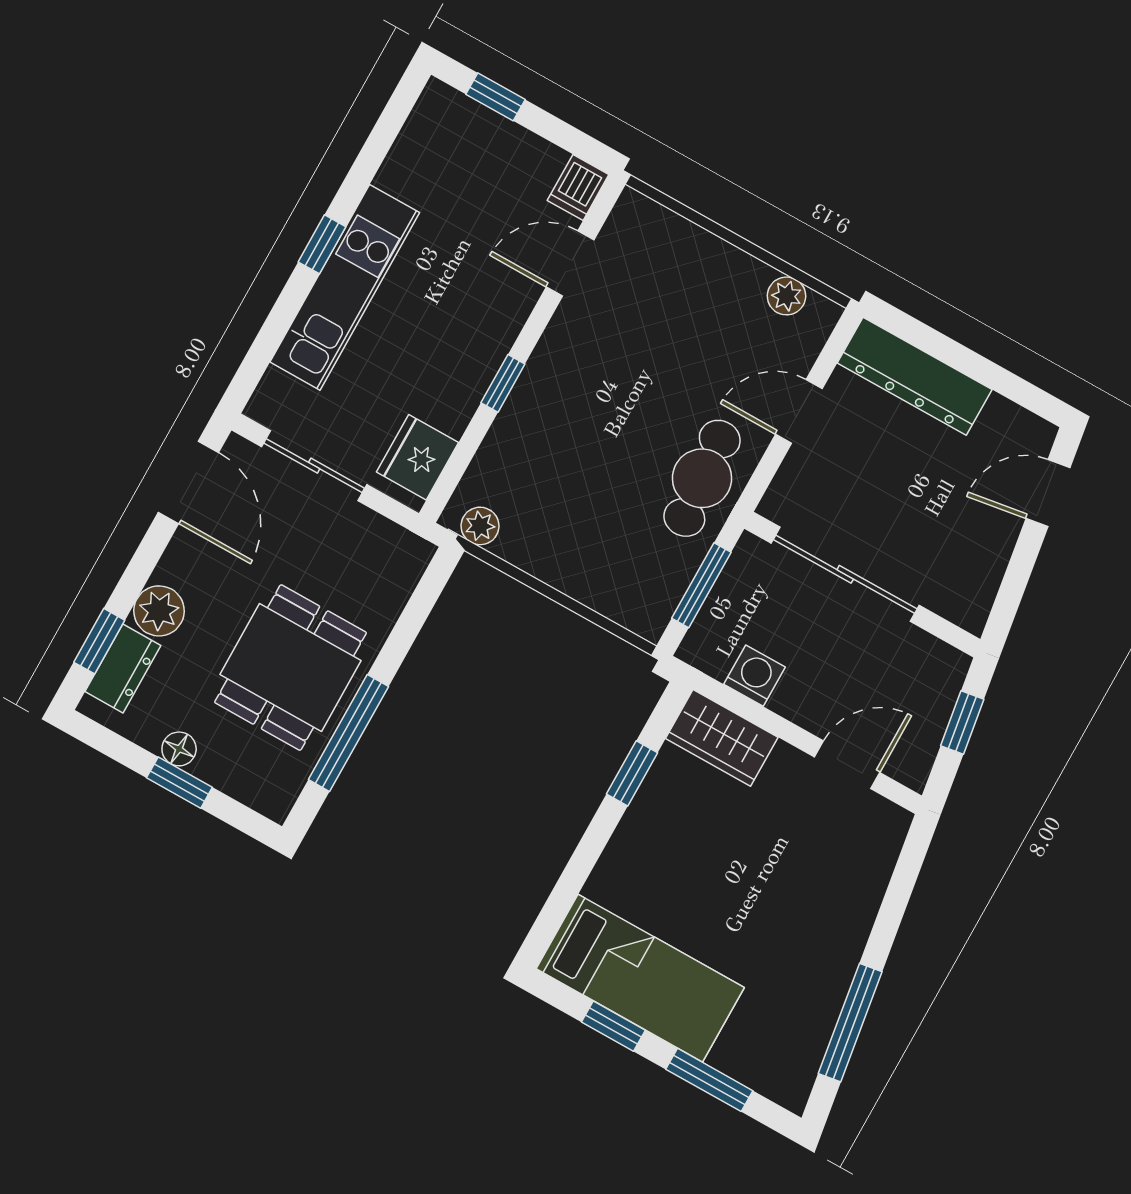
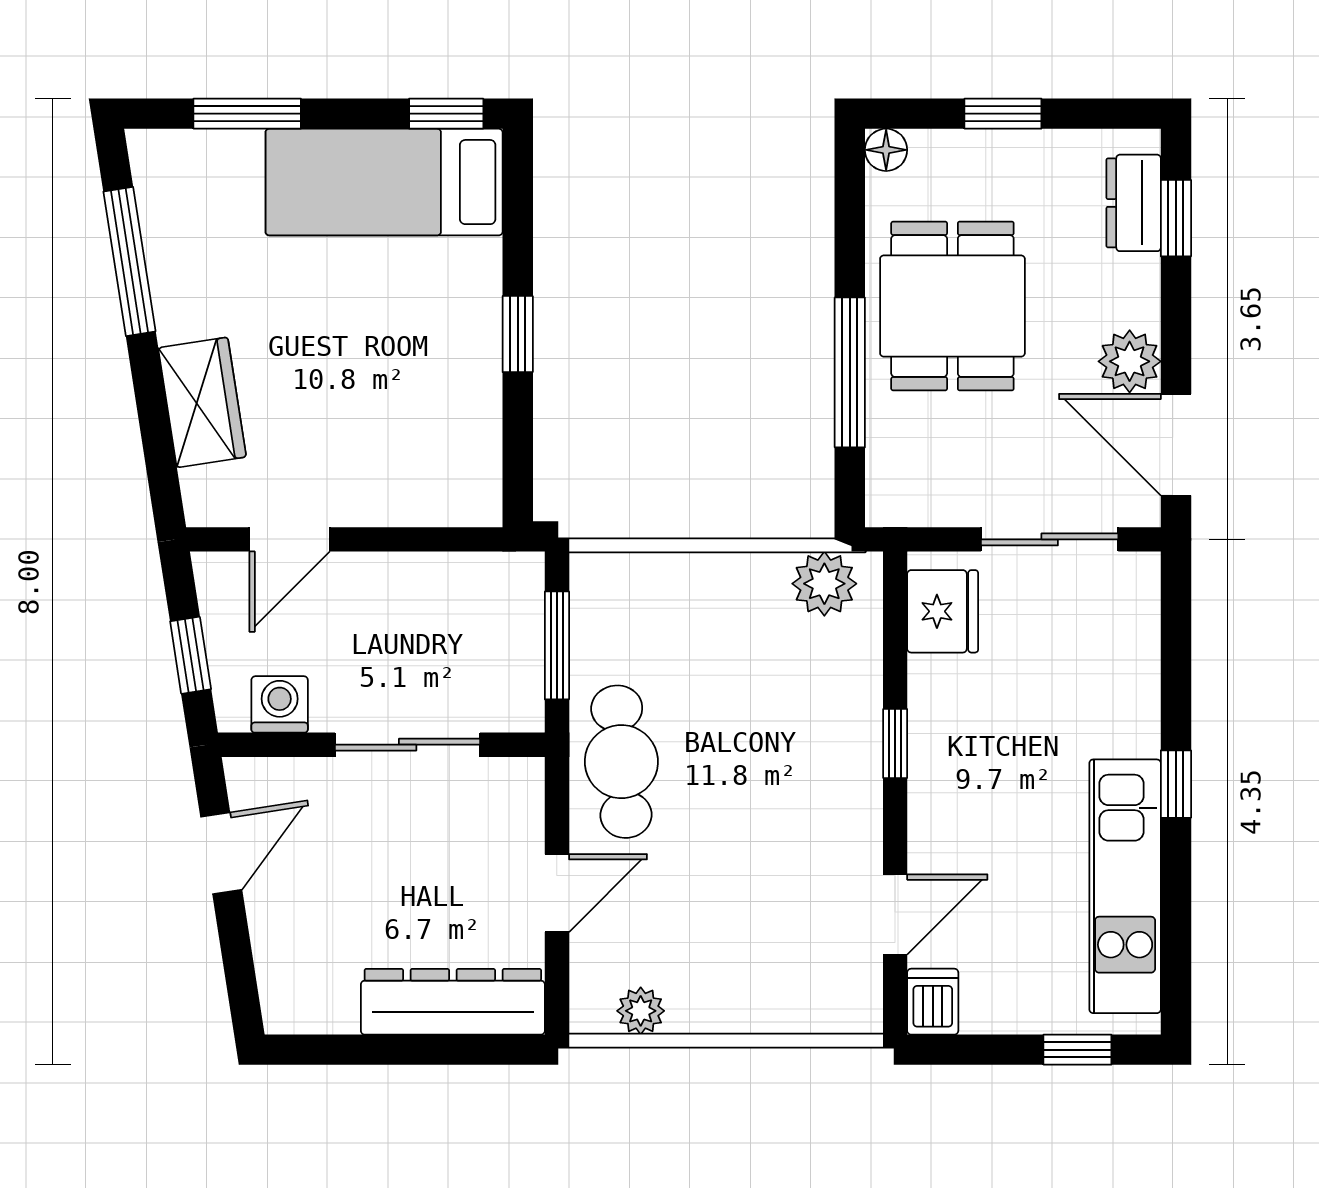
kitchen unit: (345, 287) -> (1125, 886), moved
door: (1048, 493) -> (221, 853), moved
plant: (480, 526) -> (824, 584), width x1.38, depth x1.38
sliding door: (845, 574) -> (408, 745), width x0.73
plant: (159, 611) -> (1130, 361), moved
washing machine: (755, 676) -> (280, 704), moved, turned 180
window: (348, 733) -> (850, 372), moved
wardrobe: (722, 738) -> (202, 402), moved, turned 81
floor lamp: (179, 749) -> (886, 150), moved
window: (632, 773) -> (518, 334), moved
window: (613, 1026) -> (446, 114), moved

